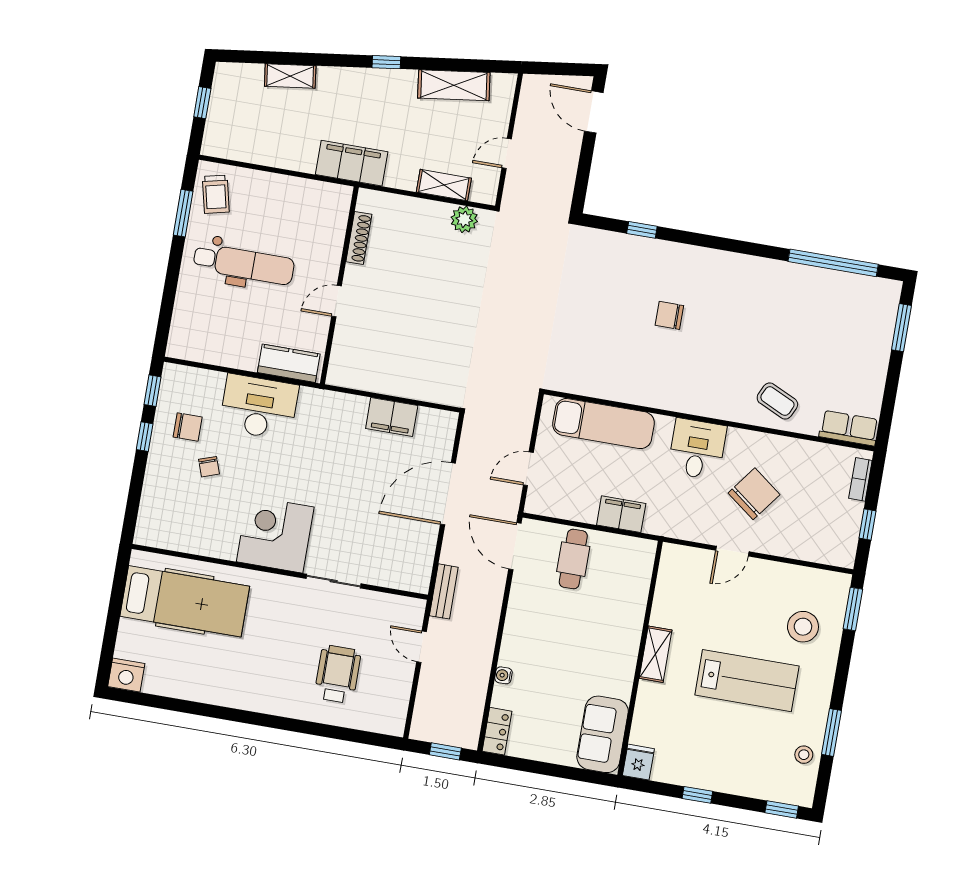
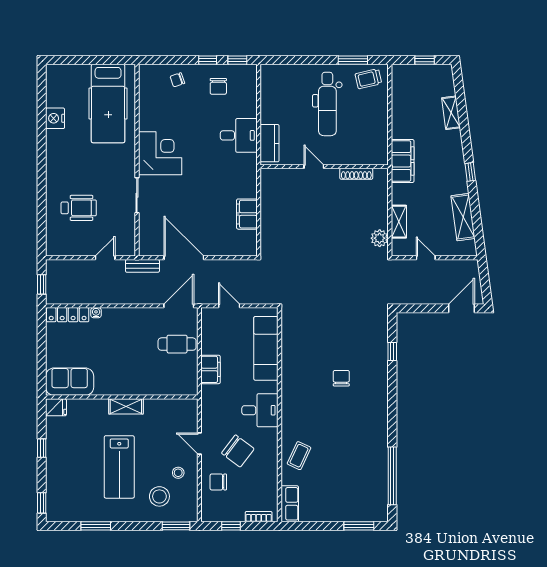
desk: (259, 407) -> (239, 135), width x0.73
chair: (209, 467) -> (177, 80), moved
door: (448, 494) -> (184, 258), moved
chair: (796, 532) -> (218, 482), added
nightstand: (126, 675) -> (55, 118), moved
locker: (497, 731) -> (68, 315), width x1.53
stool: (804, 755) -> (178, 473), moved

